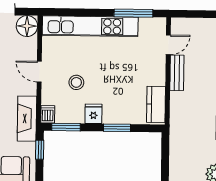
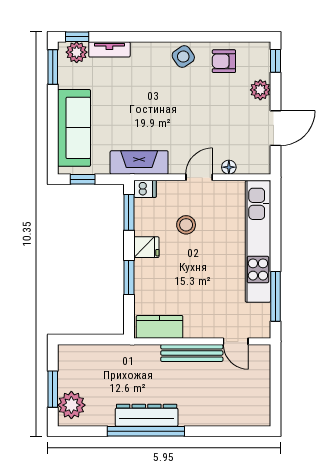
floor lamp: (27, 26) -> (229, 167), moved, width x0.53, depth x0.53
bench: (177, 73) -> (192, 353), width x1.36
window: (40, 150) -> (83, 179), moved

